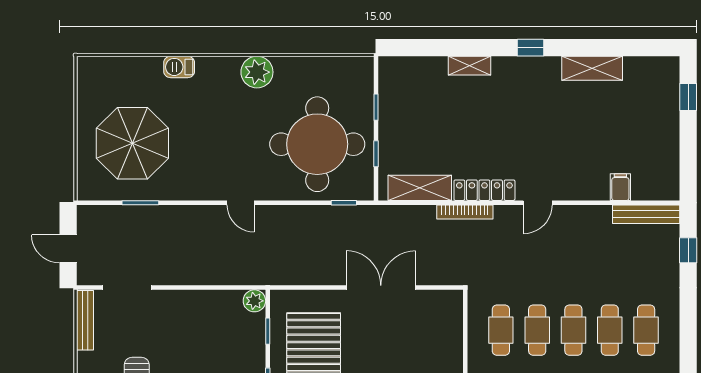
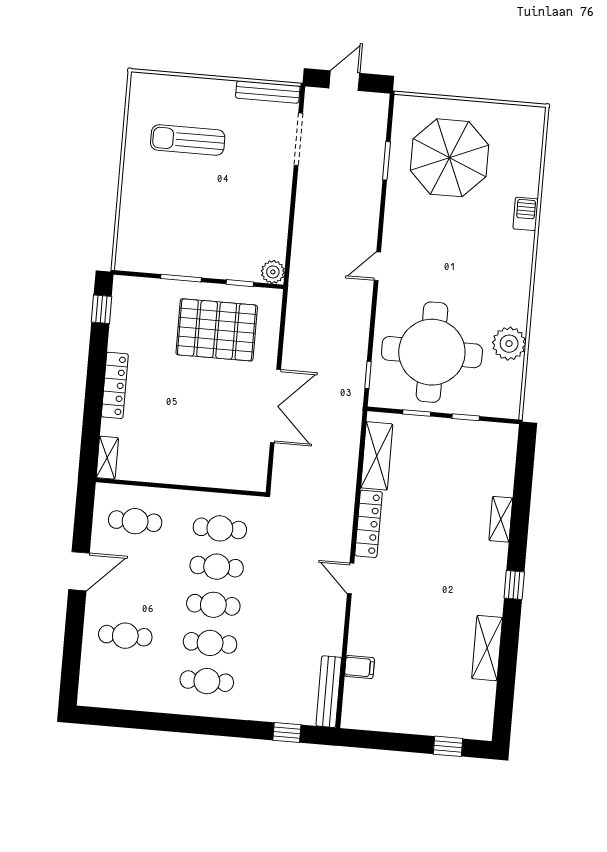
plant: (257, 72) -> (509, 344), moved
bookcase: (465, 212) -> (347, 501), removed

